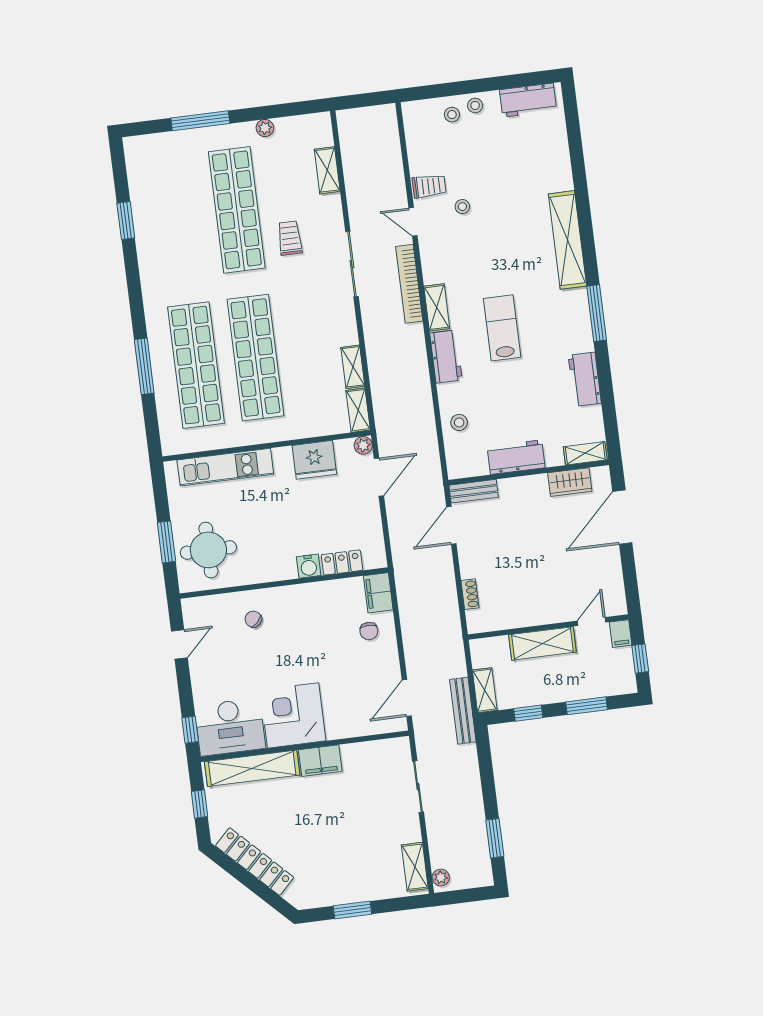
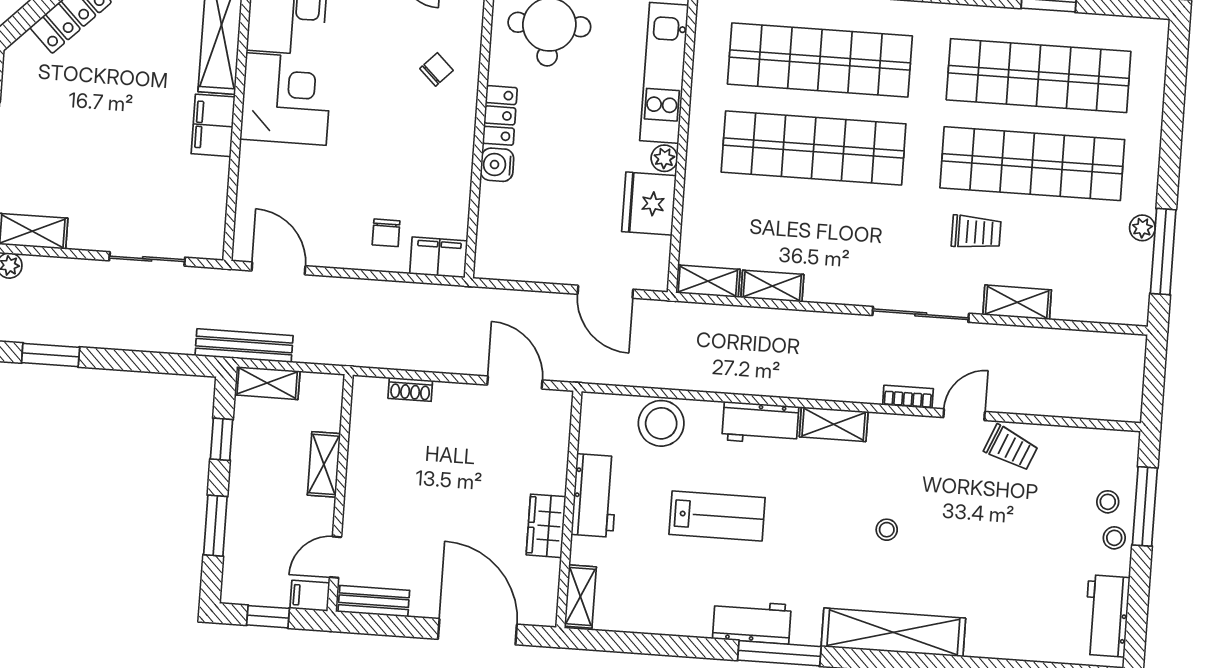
window: (450, 89) -> (1145, 506), added
window: (200, 121) -> (1163, 252), moved
shelving: (327, 170) -> (1017, 302), moved
trolley: (429, 186) -> (1011, 448), turned -67
stool: (462, 207) -> (887, 530), moved
shop shelf: (177, 217) -> (1039, 76), added
bookcase: (409, 284) -> (908, 397), width x0.43, depth x0.76
lab bench: (502, 328) -> (717, 516), moved
workbench: (585, 379) -> (752, 622), moved
stool: (459, 422) -> (661, 423), width x1.89, depth x1.89
plant: (363, 445) -> (664, 158), moved
wardrobe: (570, 482) -> (546, 526), moved
bench: (474, 491) -> (374, 601), moved, turned 90
locker: (342, 562) -> (500, 115), moved
door: (592, 622) -> (335, 557), swing flipped
chair: (369, 631) -> (386, 233), turned -90
shelving: (542, 643) -> (324, 464), width x0.67, depth x0.75

